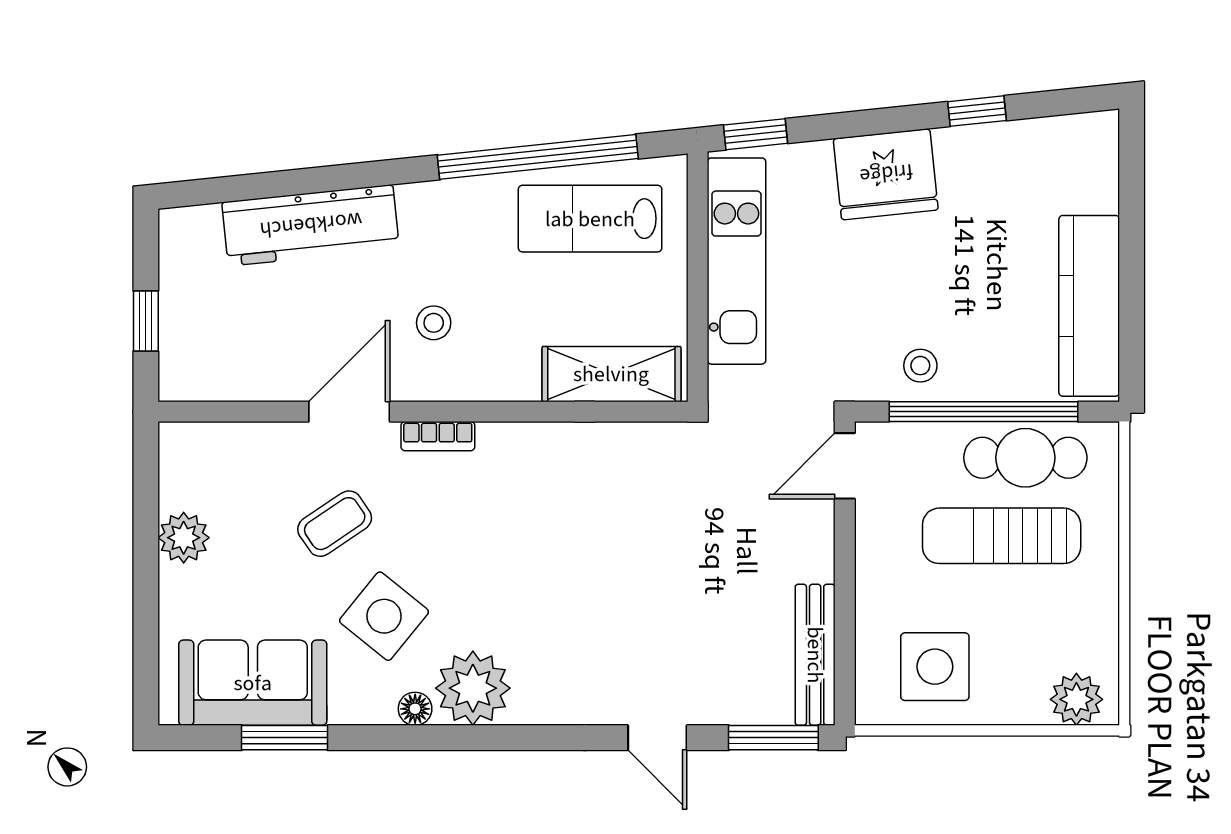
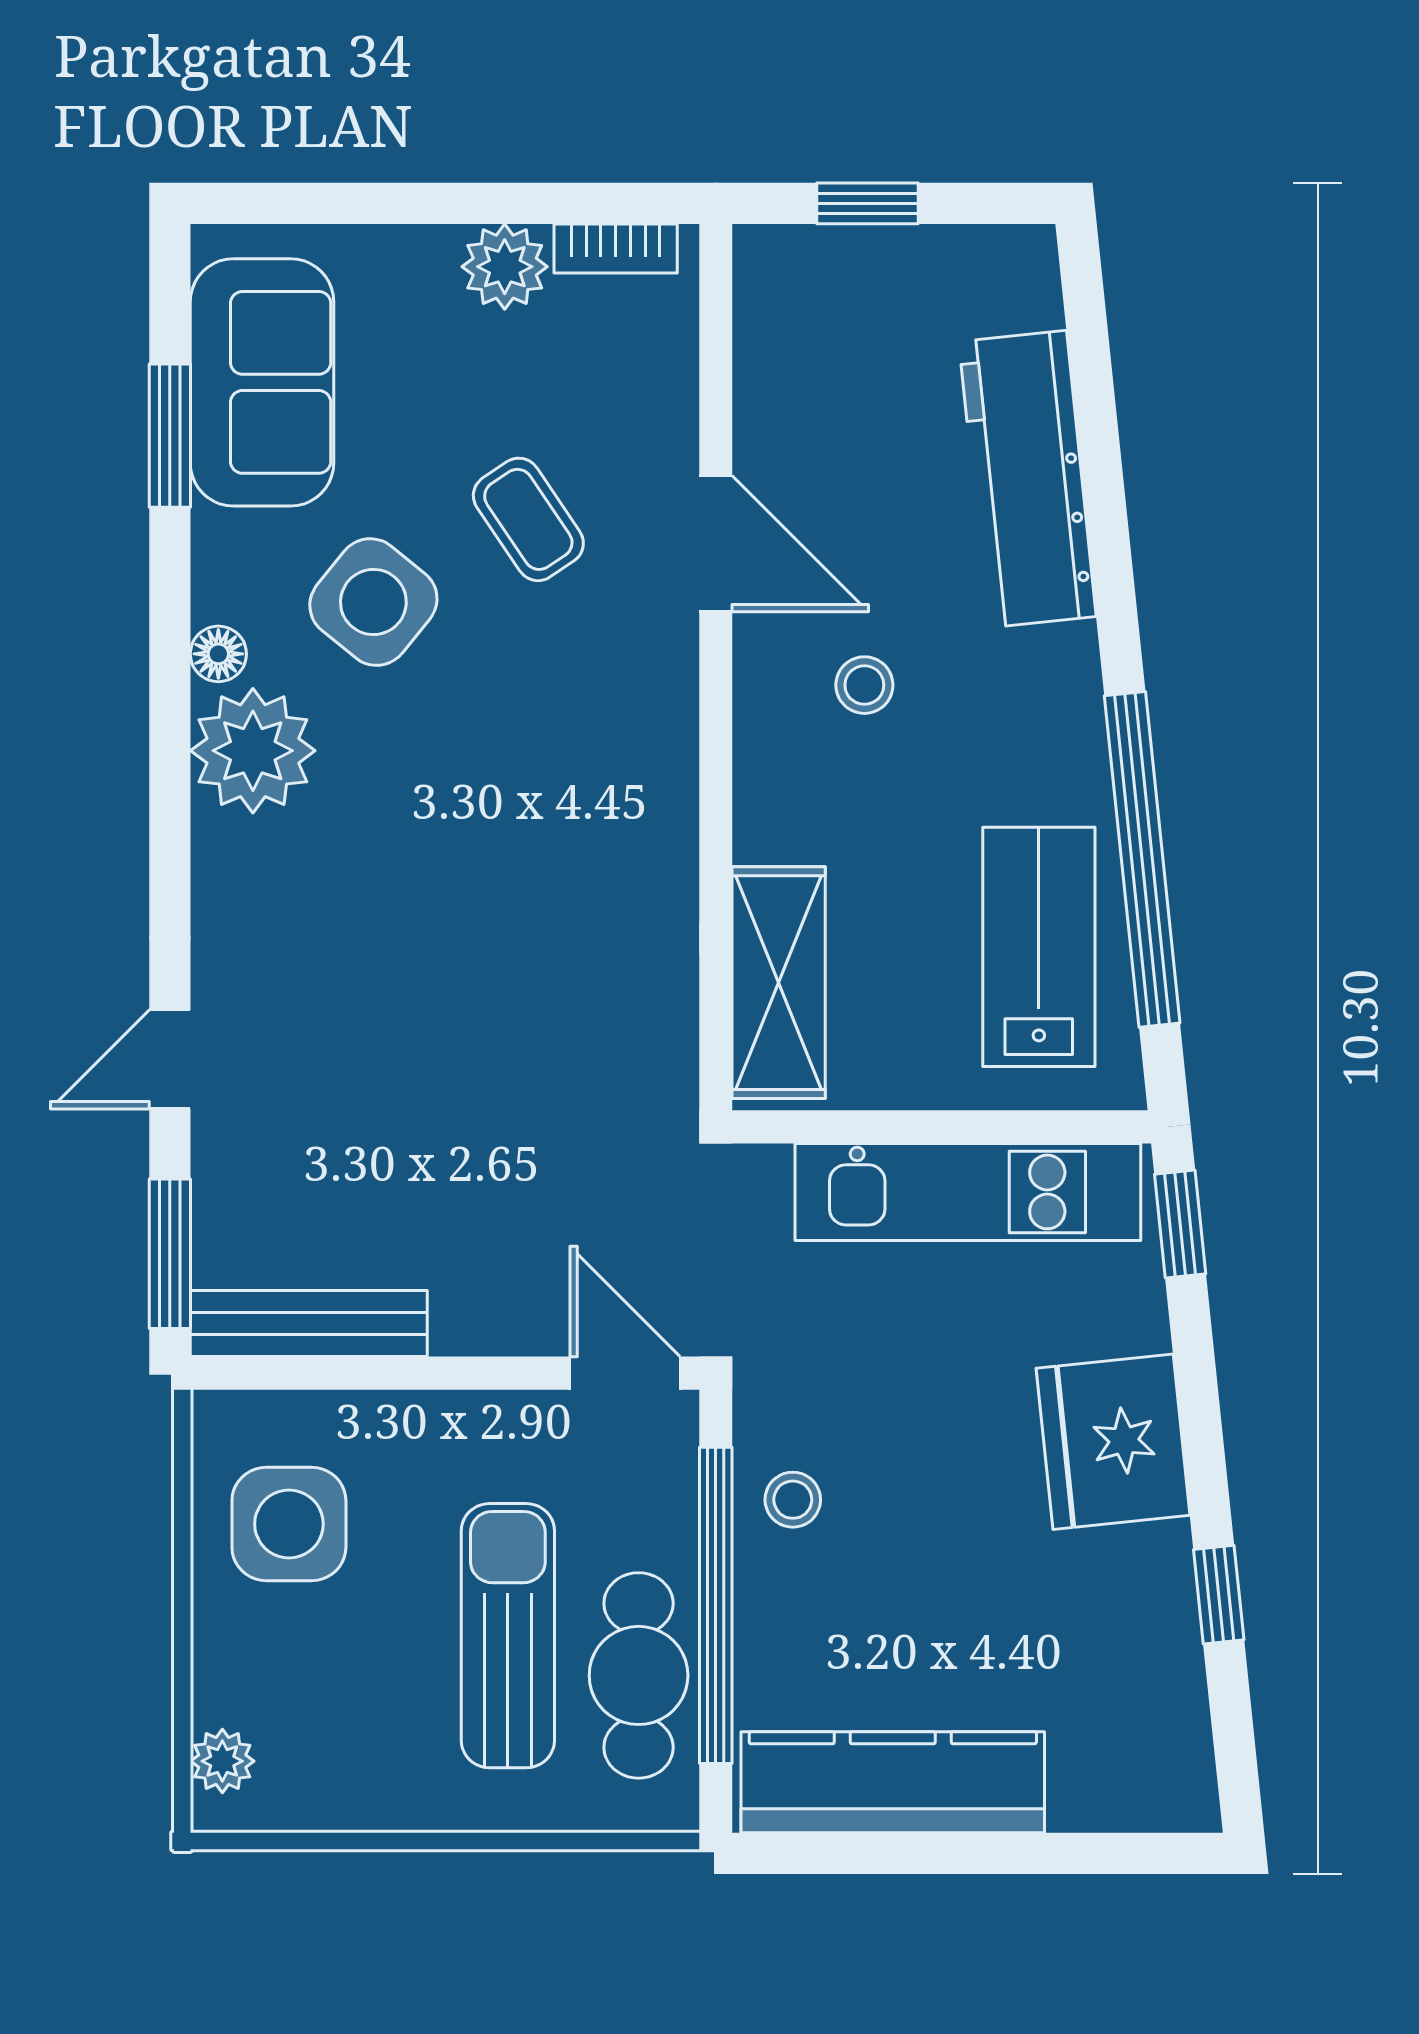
bookcase: (438, 436) -> (616, 249), moved, turned -90
plant: (1076, 699) -> (222, 1761), width x0.73, depth x0.73

